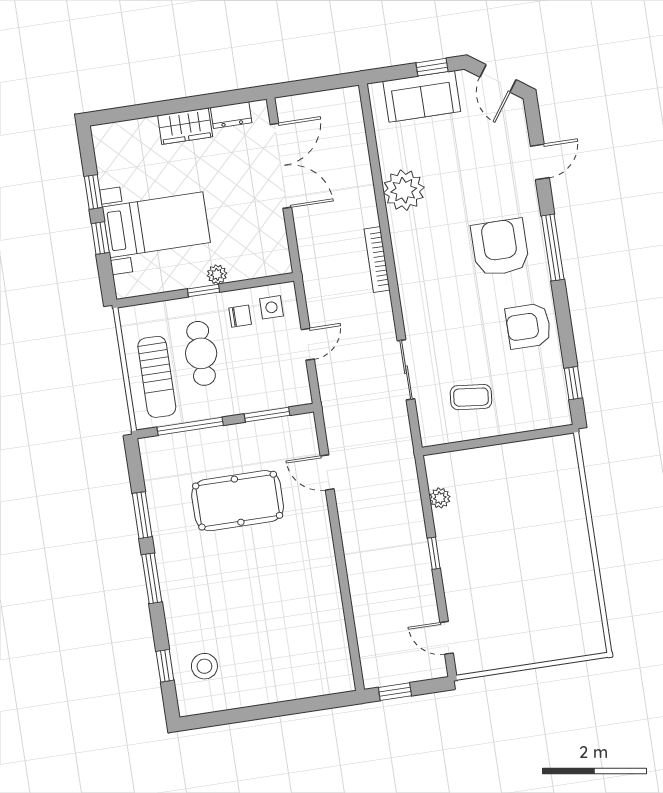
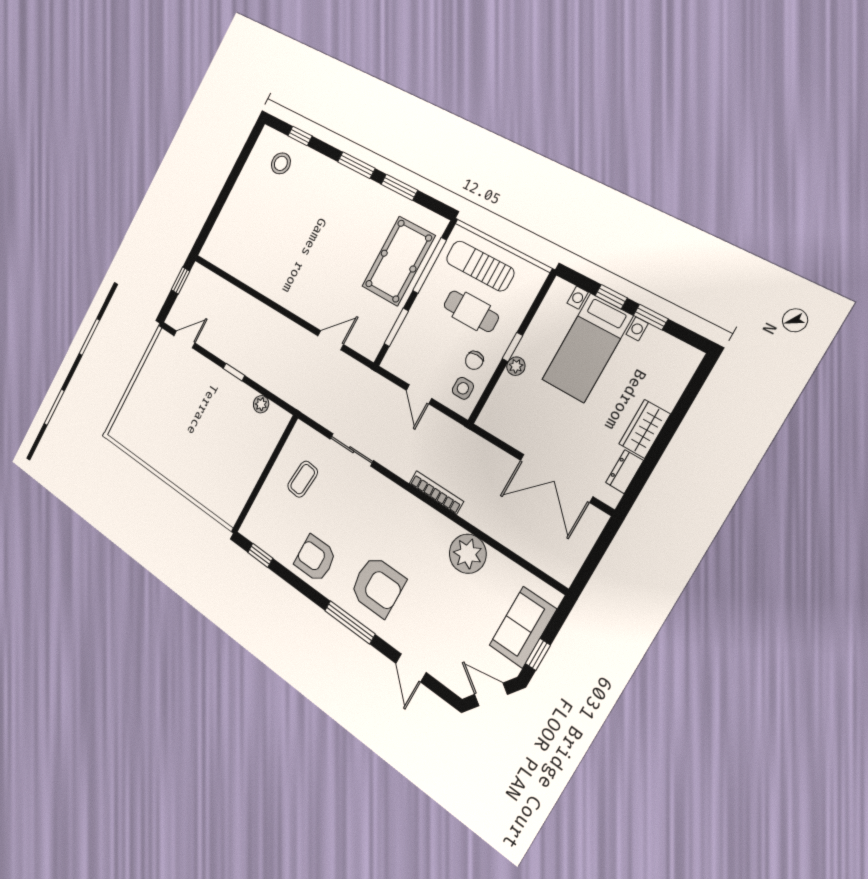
armchair: (528, 326) -> (315, 558), turned -90
pool table: (238, 501) -> (398, 261), moved

